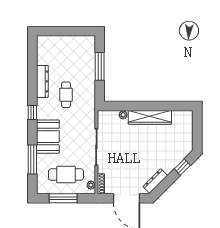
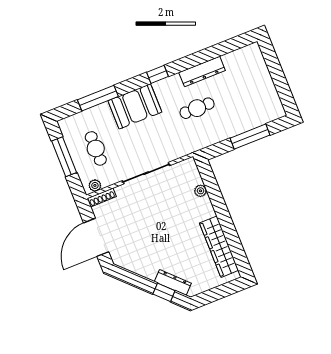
wardrobe: (150, 117) -> (219, 247), moved
cafe table: (66, 175) -> (96, 148), width x0.73, depth x0.74
dresser: (155, 181) -> (173, 282), moved

